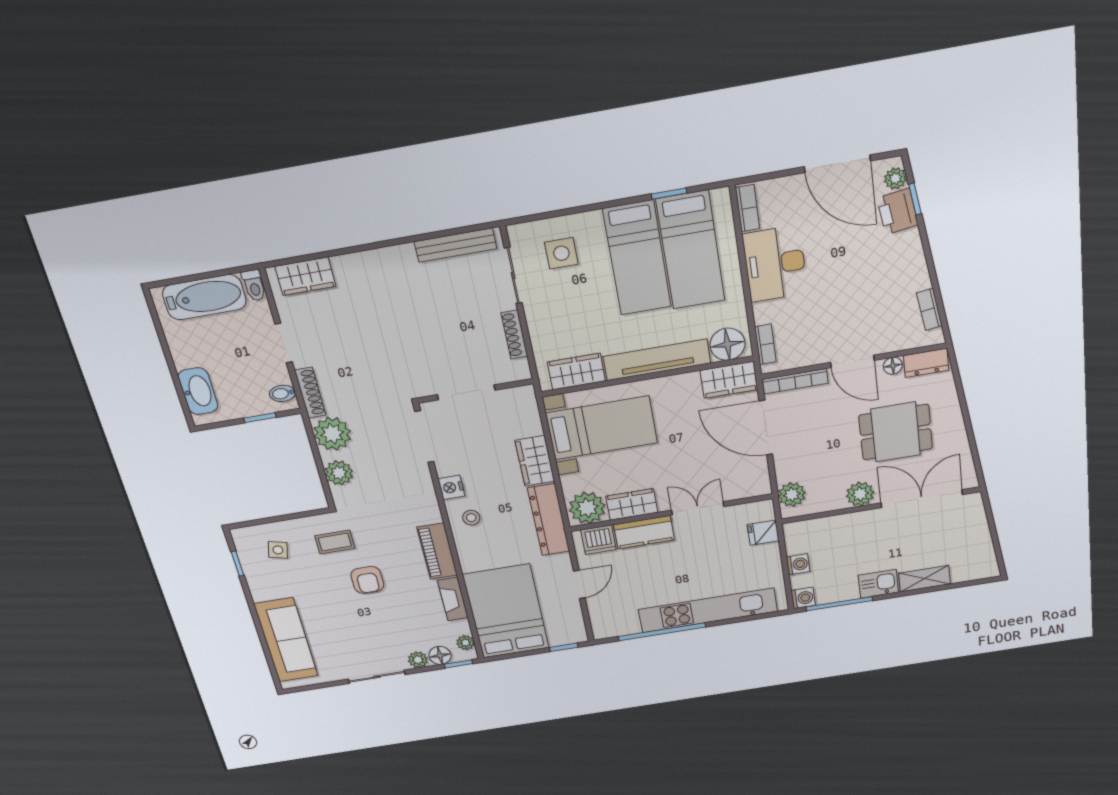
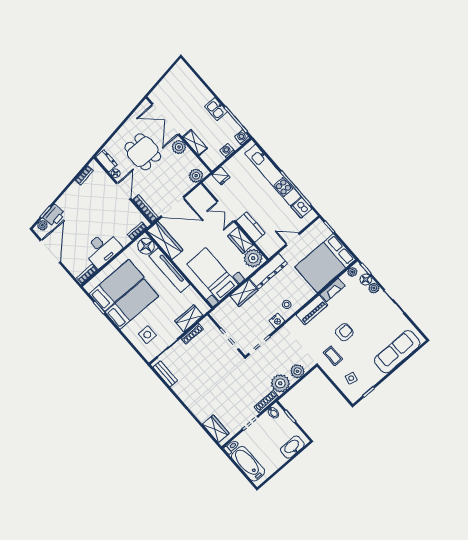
bench: (456, 245) -> (165, 374), width x0.73
wardrobe: (576, 372) -> (189, 318), moved, turned 90
wardrobe: (729, 380) -> (165, 240), width x1.50
door: (766, 428) -> (173, 207), hinge flipped
dishwasher: (598, 540) -> (301, 208), moved, turned 180
shelving: (924, 579) -> (195, 143), moved

